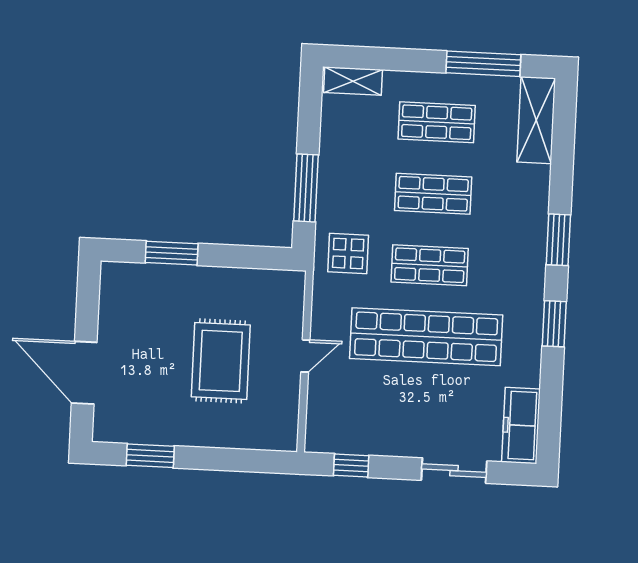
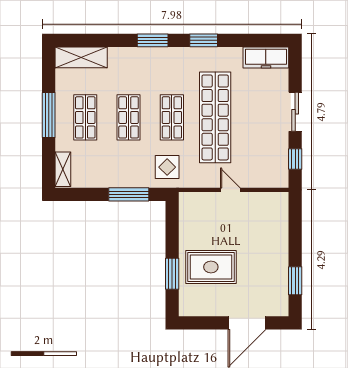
window: (483, 64) -> (49, 115), moved
rug: (221, 361) -> (211, 267), moved
sliding door: (454, 471) -> (295, 112), moved

